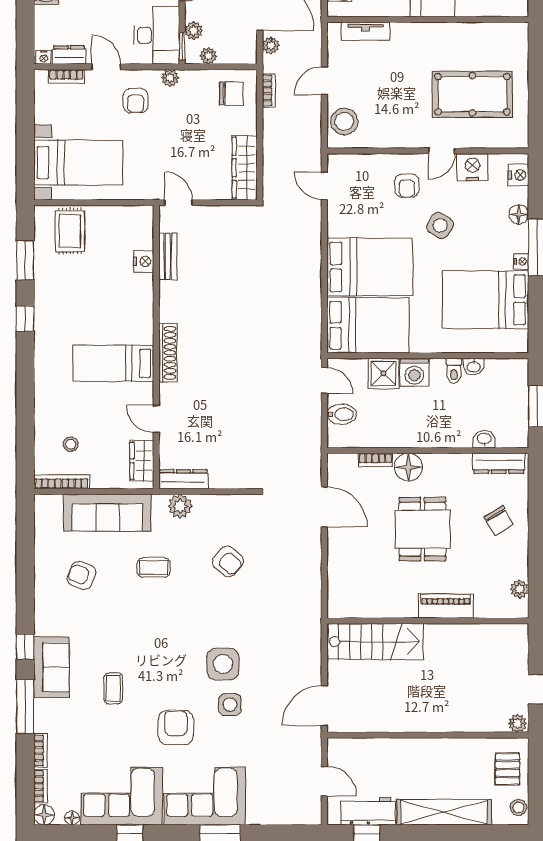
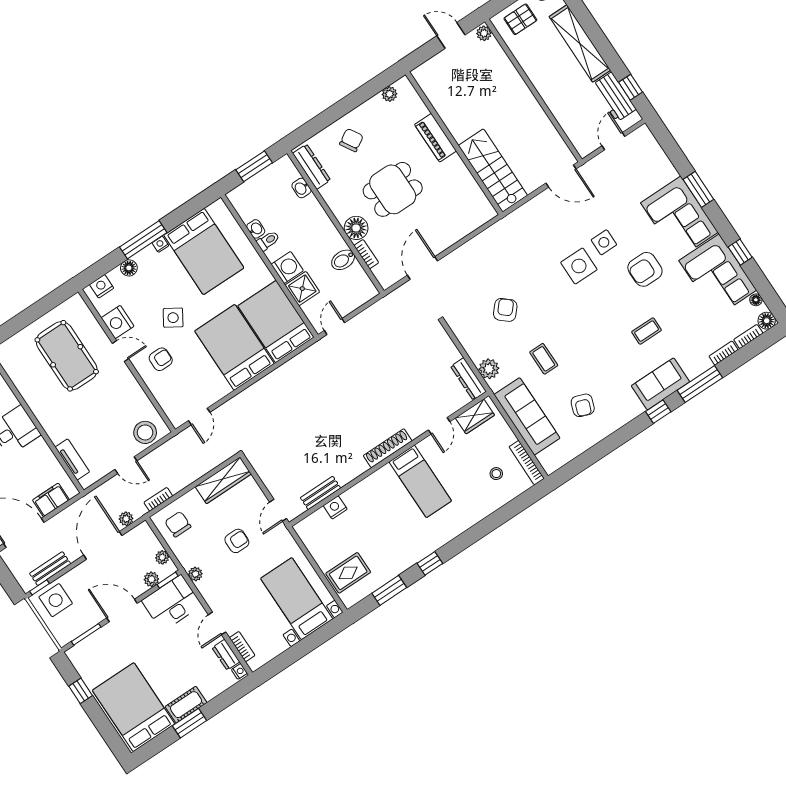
armchair: (136, 101) -> (237, 541), moved
bidet: (342, 414) -> (343, 260), moved, turned -90

